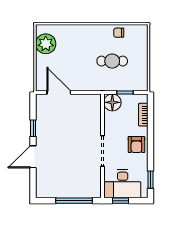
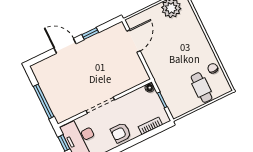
cafe table: (112, 61) -> (202, 88), moved
floor lamp: (112, 102) -> (150, 88), width x0.53, depth x0.53

